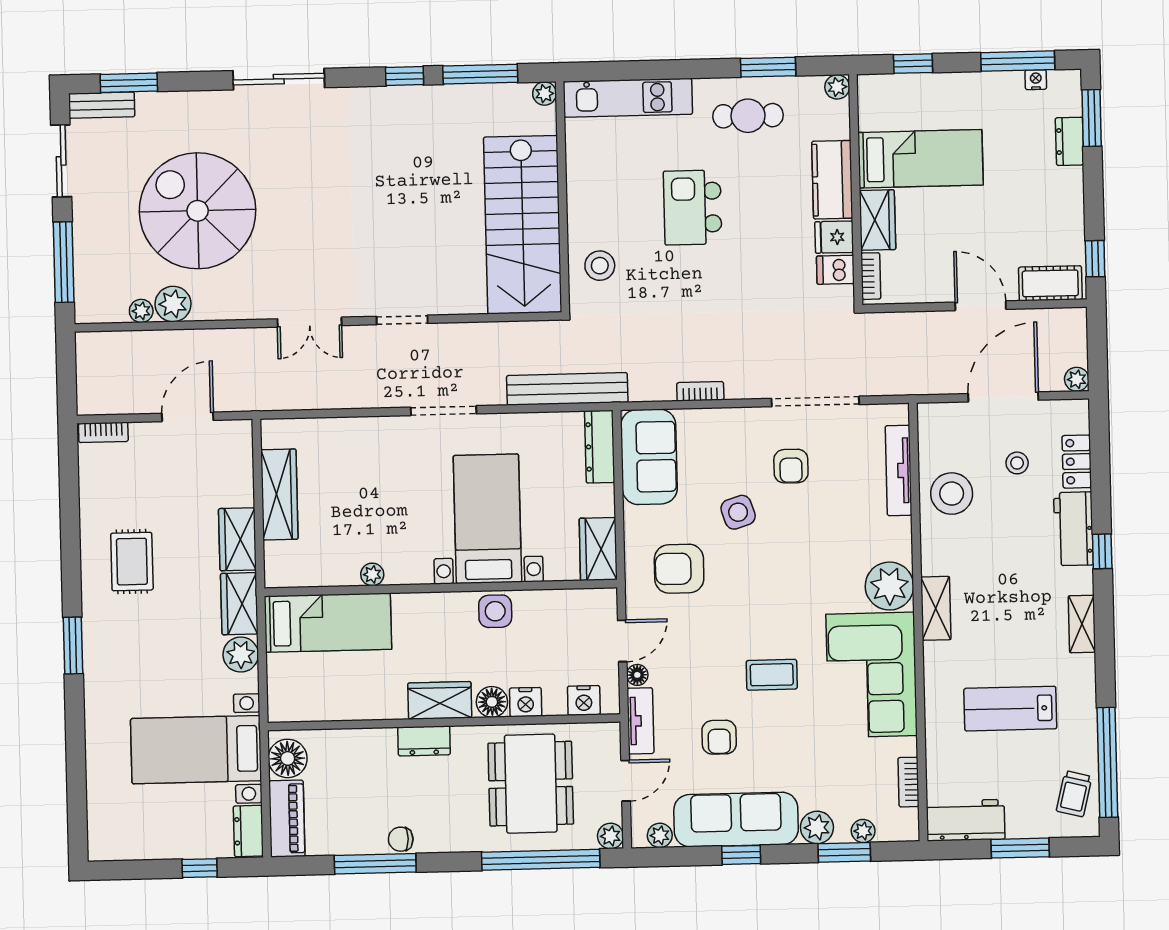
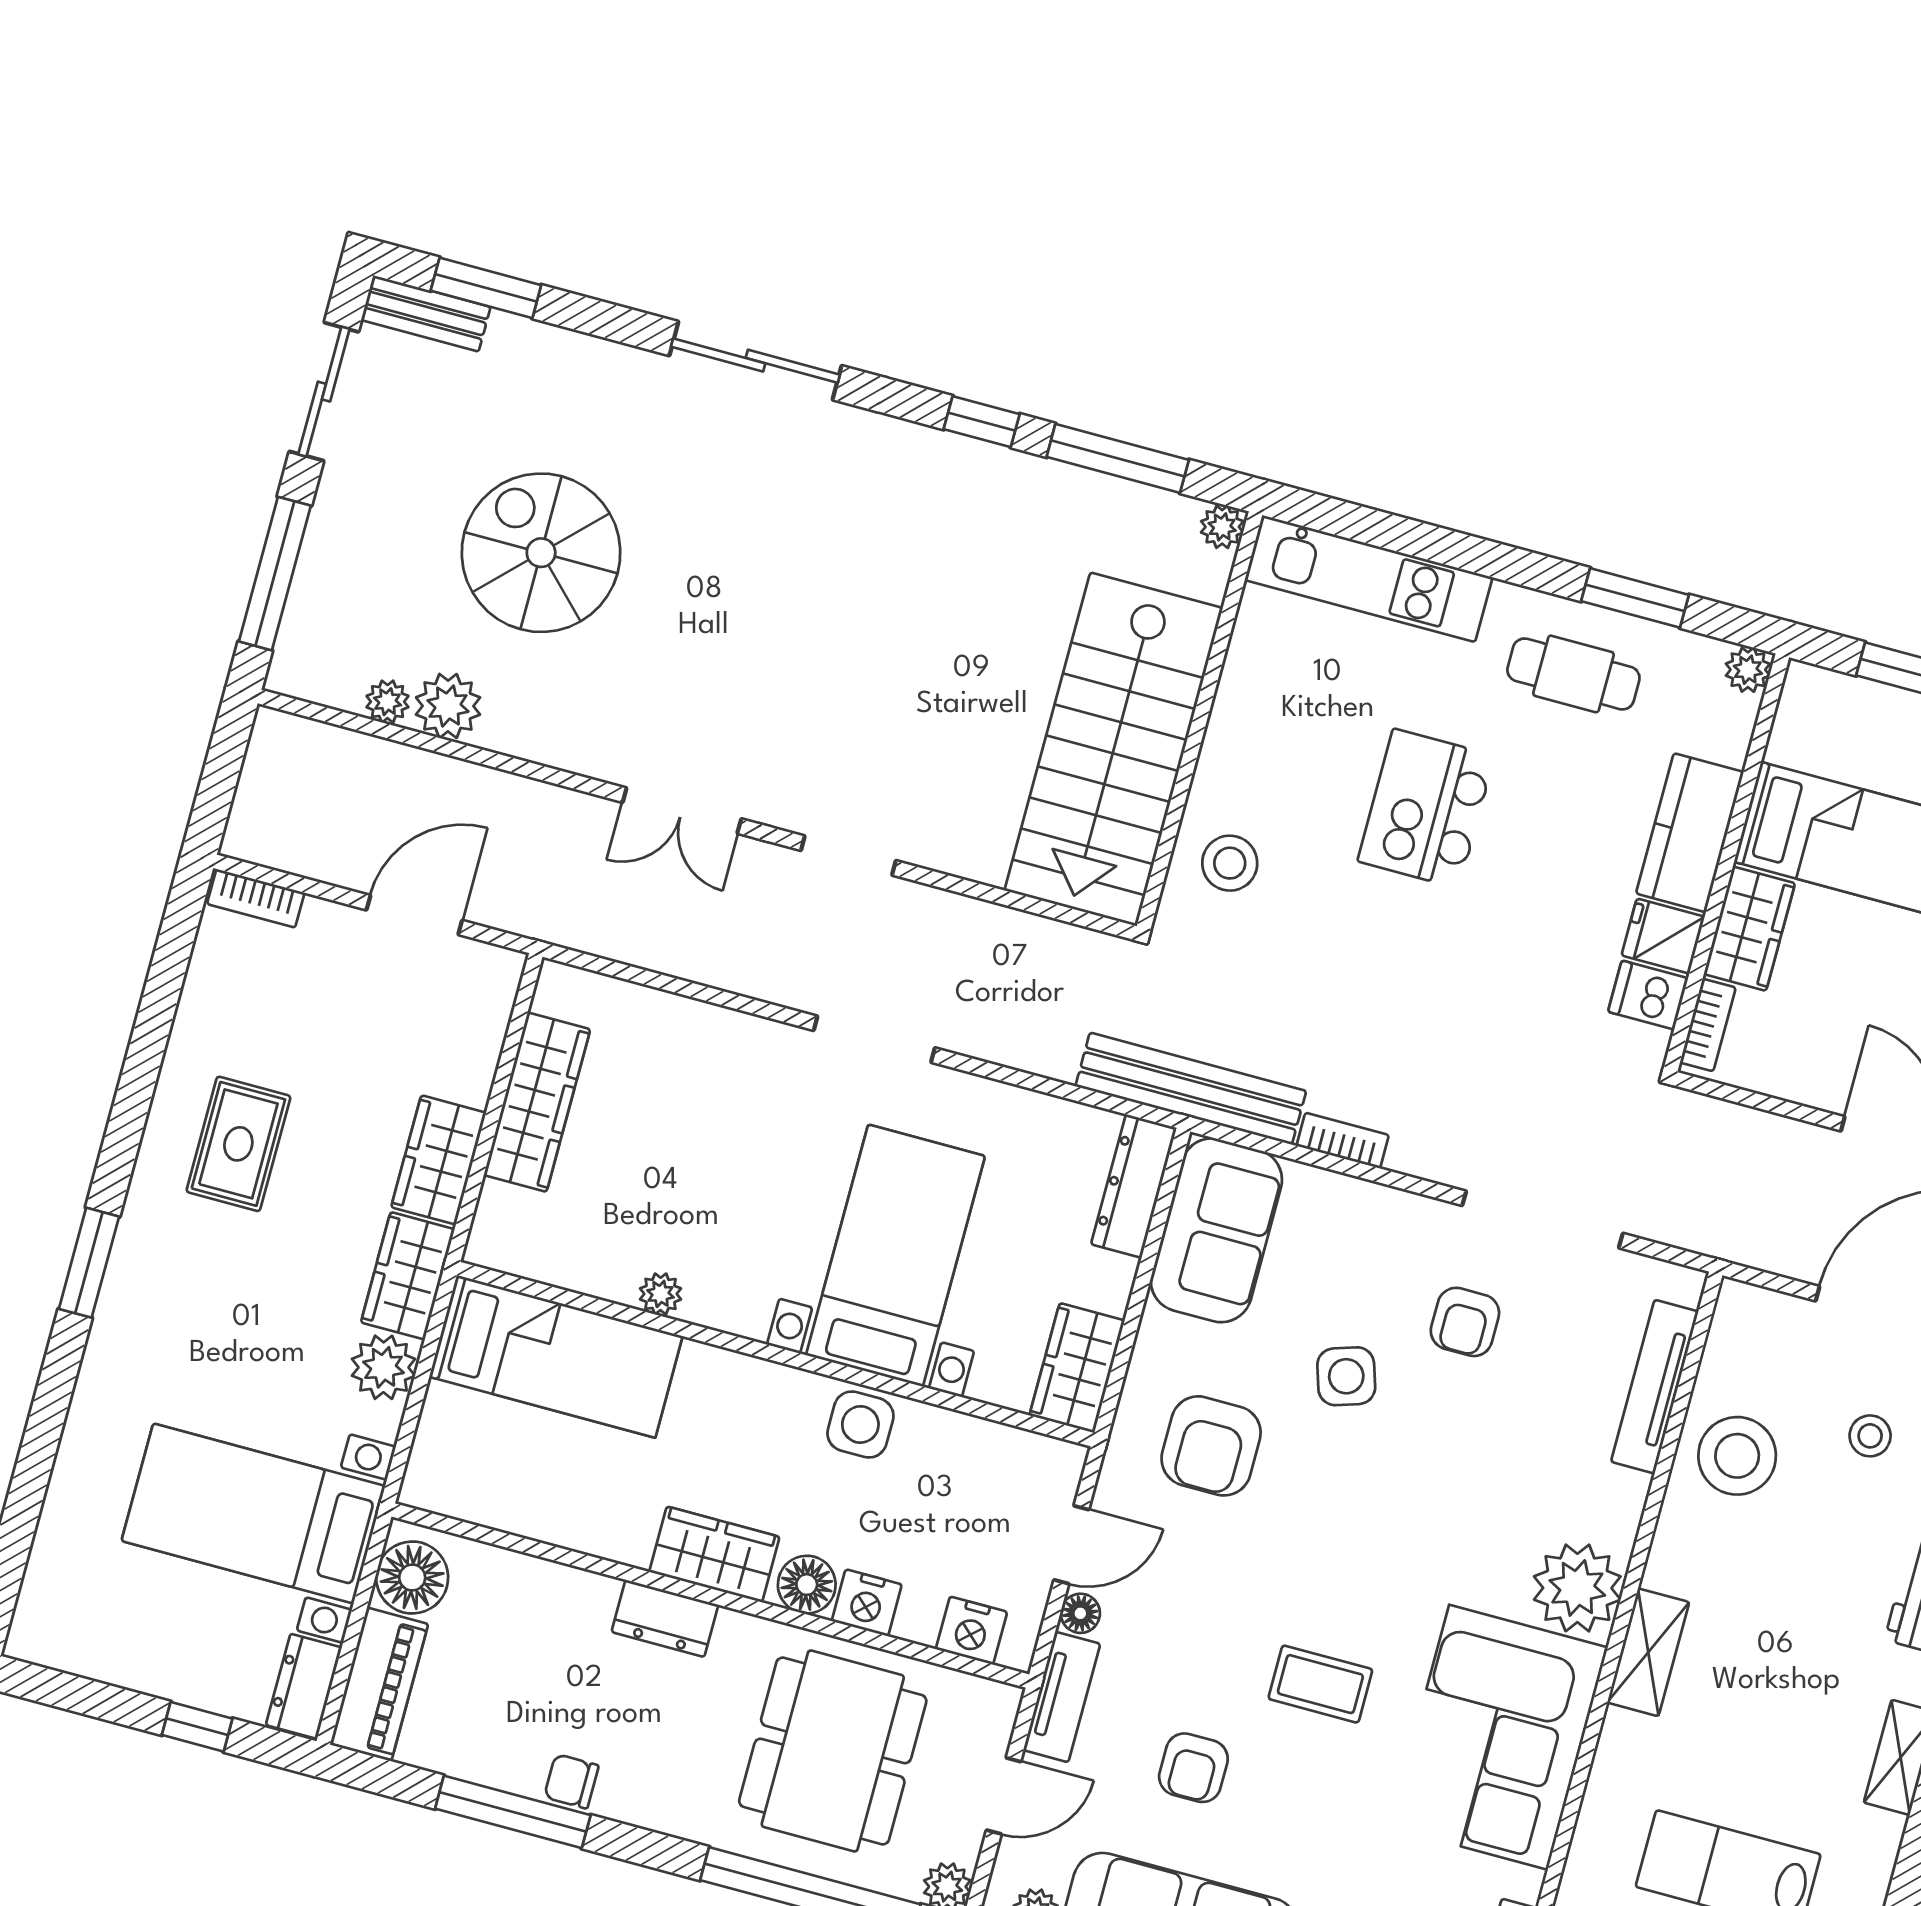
spiral stairs: (198, 211) -> (541, 553), width x0.73, depth x0.73
bench: (567, 389) -> (1191, 1089), moved
armchair: (679, 569) -> (1211, 1446), turned -90

